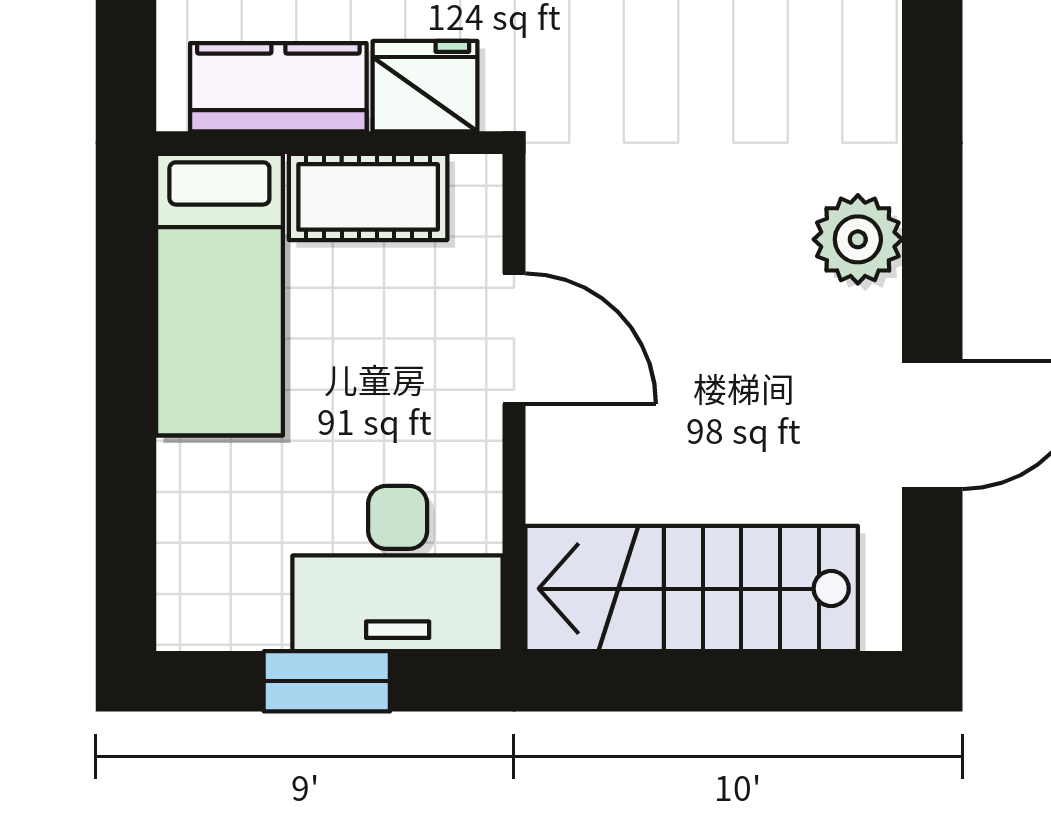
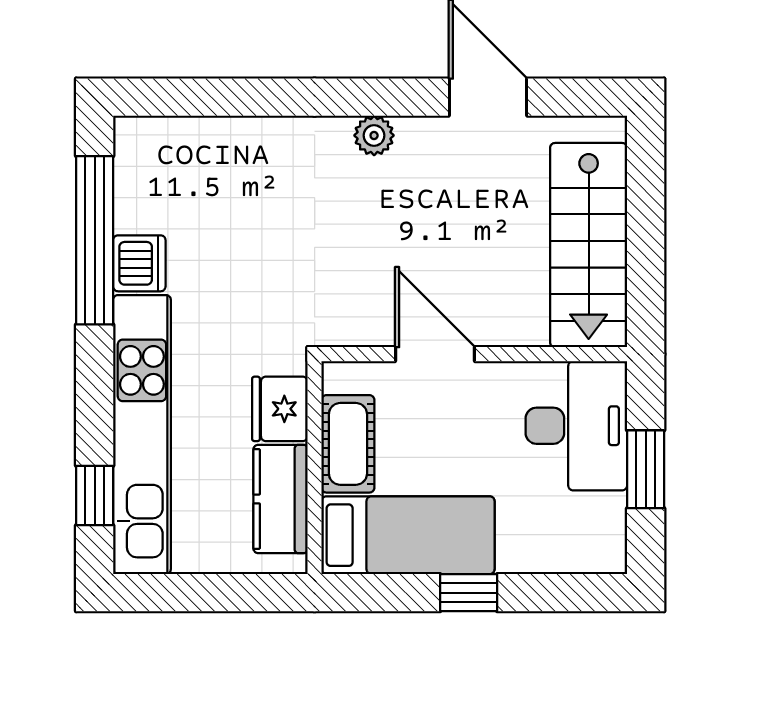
plant: (858, 239) -> (374, 135), width x0.73, depth x0.73
door: (514, 339) -> (435, 354), hinge flipped
window: (126, 393) -> (469, 593), added

